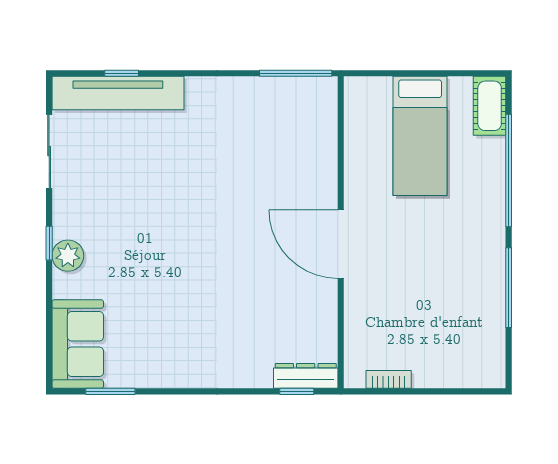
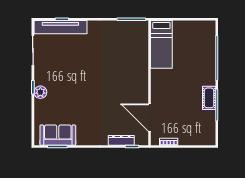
cot: (490, 106) -> (209, 98), moved
bed: (420, 136) -> (161, 44), moved
door: (341, 244) -> (150, 118), moved
sofa: (78, 344) -> (58, 135), moved, turned -90
dresser: (306, 376) -> (121, 140), moved

